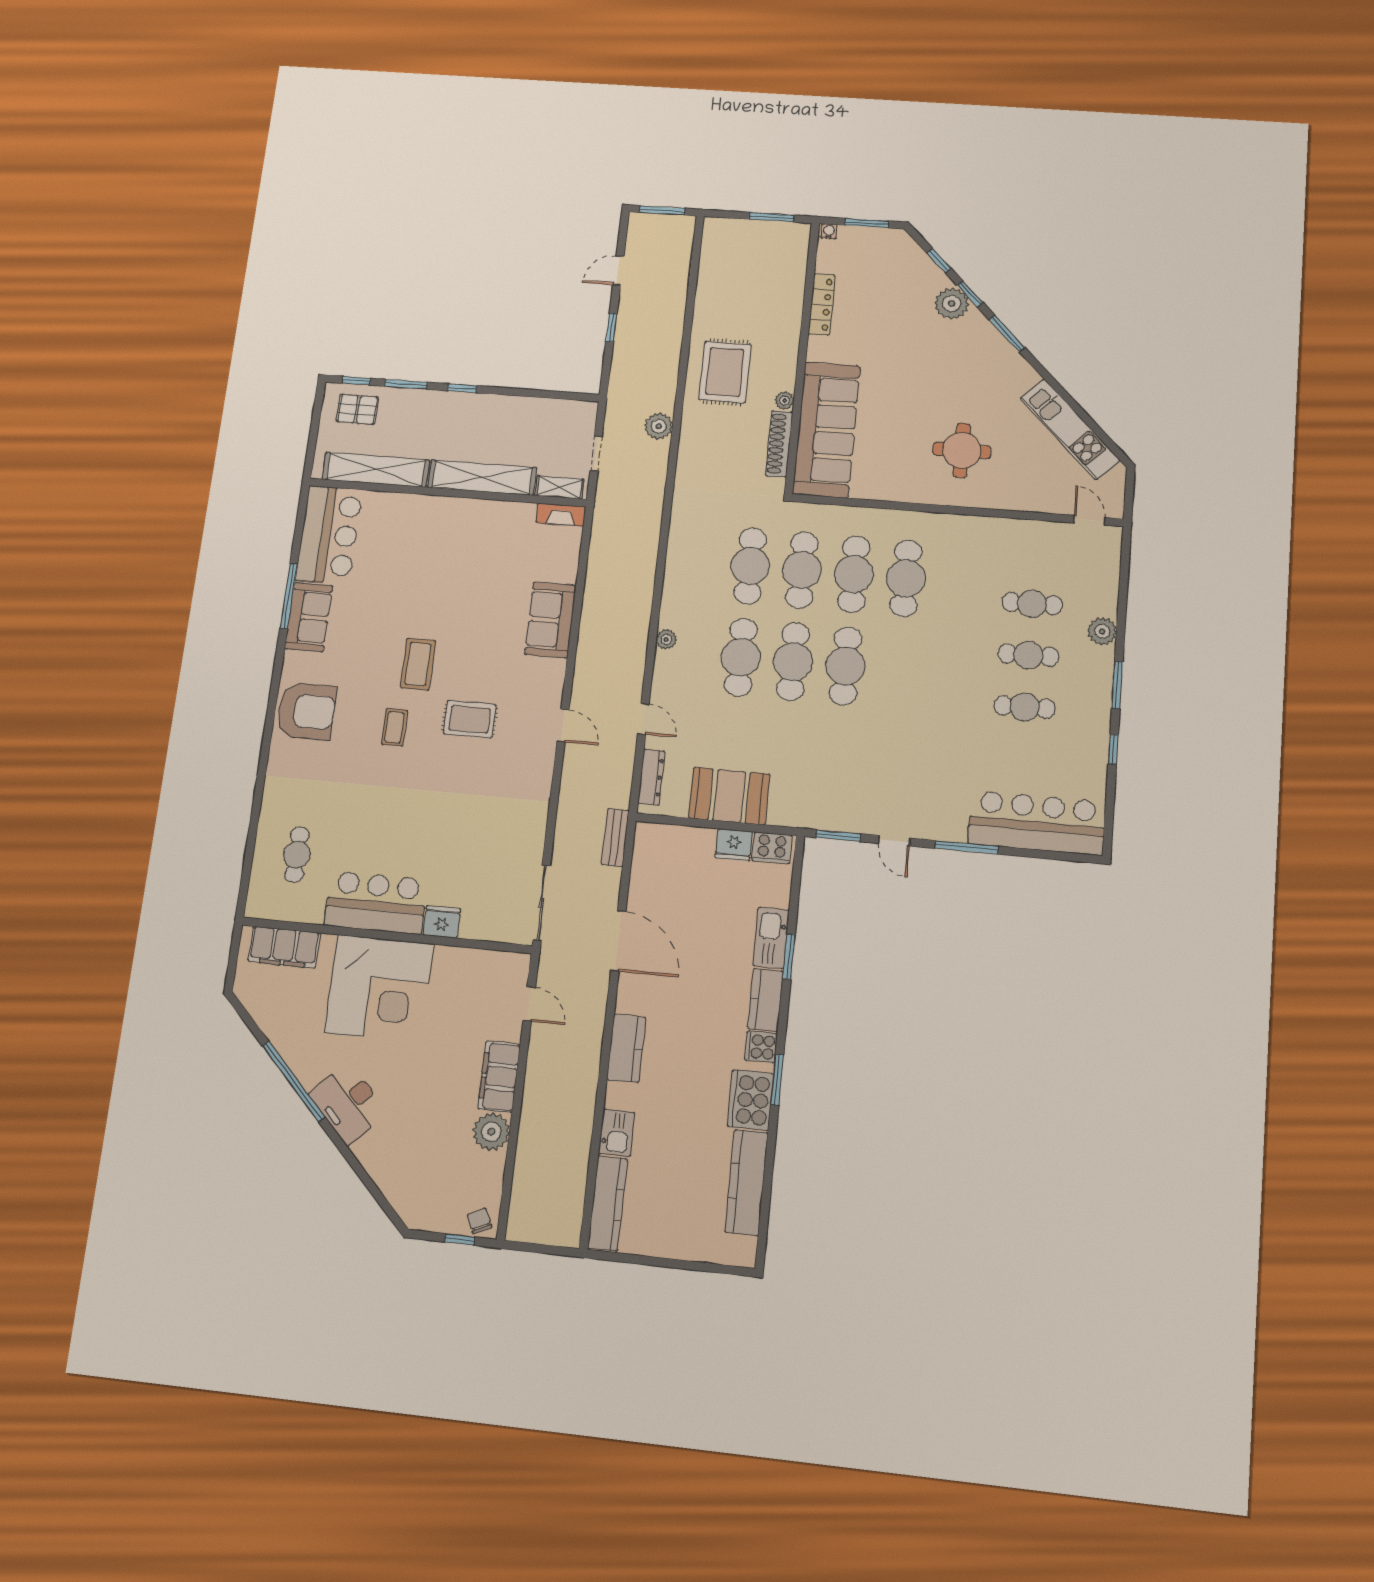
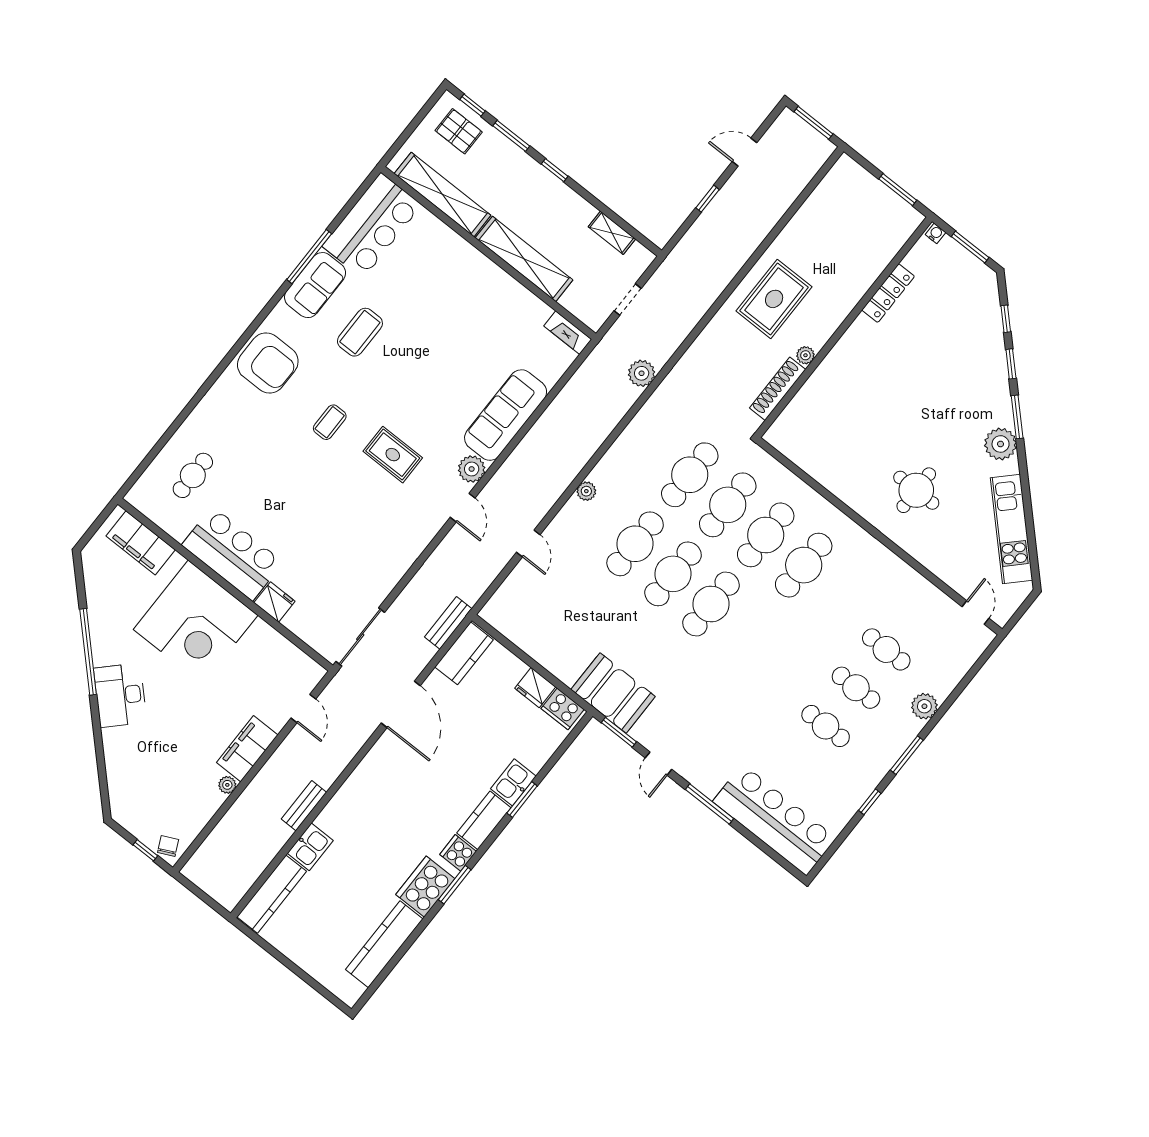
plant: (952, 304) -> (1001, 444), moved
plant: (659, 426) -> (642, 373), moved
sofa: (826, 430) -> (822, 402), removed
shelving: (560, 487) -> (612, 233), moved
sofa: (550, 620) -> (506, 415), width x1.36
coffee table: (418, 664) -> (360, 332), moved
plant: (550, 686) -> (472, 469), added
dresser: (651, 777) -> (506, 594), removed
booth: (729, 796) -> (613, 693), moved
kitchen sink: (771, 938) -> (513, 782), width x0.73
kitchen counter: (626, 1048) -> (464, 653), moved
bench: (586, 1097) -> (304, 806), added
plant: (491, 1132) -> (227, 785), width x0.53, depth x0.53

